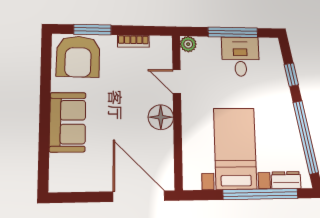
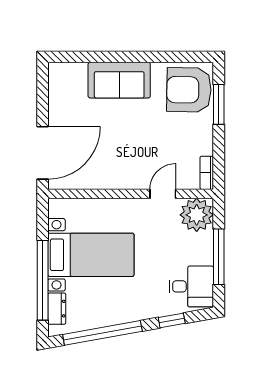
bookcase: (133, 41) -> (207, 173), moved
plant: (188, 44) -> (197, 215), width x1.87, depth x1.87
desk: (240, 57) -> (191, 286), moved
floor lamp: (161, 117) -> (124, 176), removed

